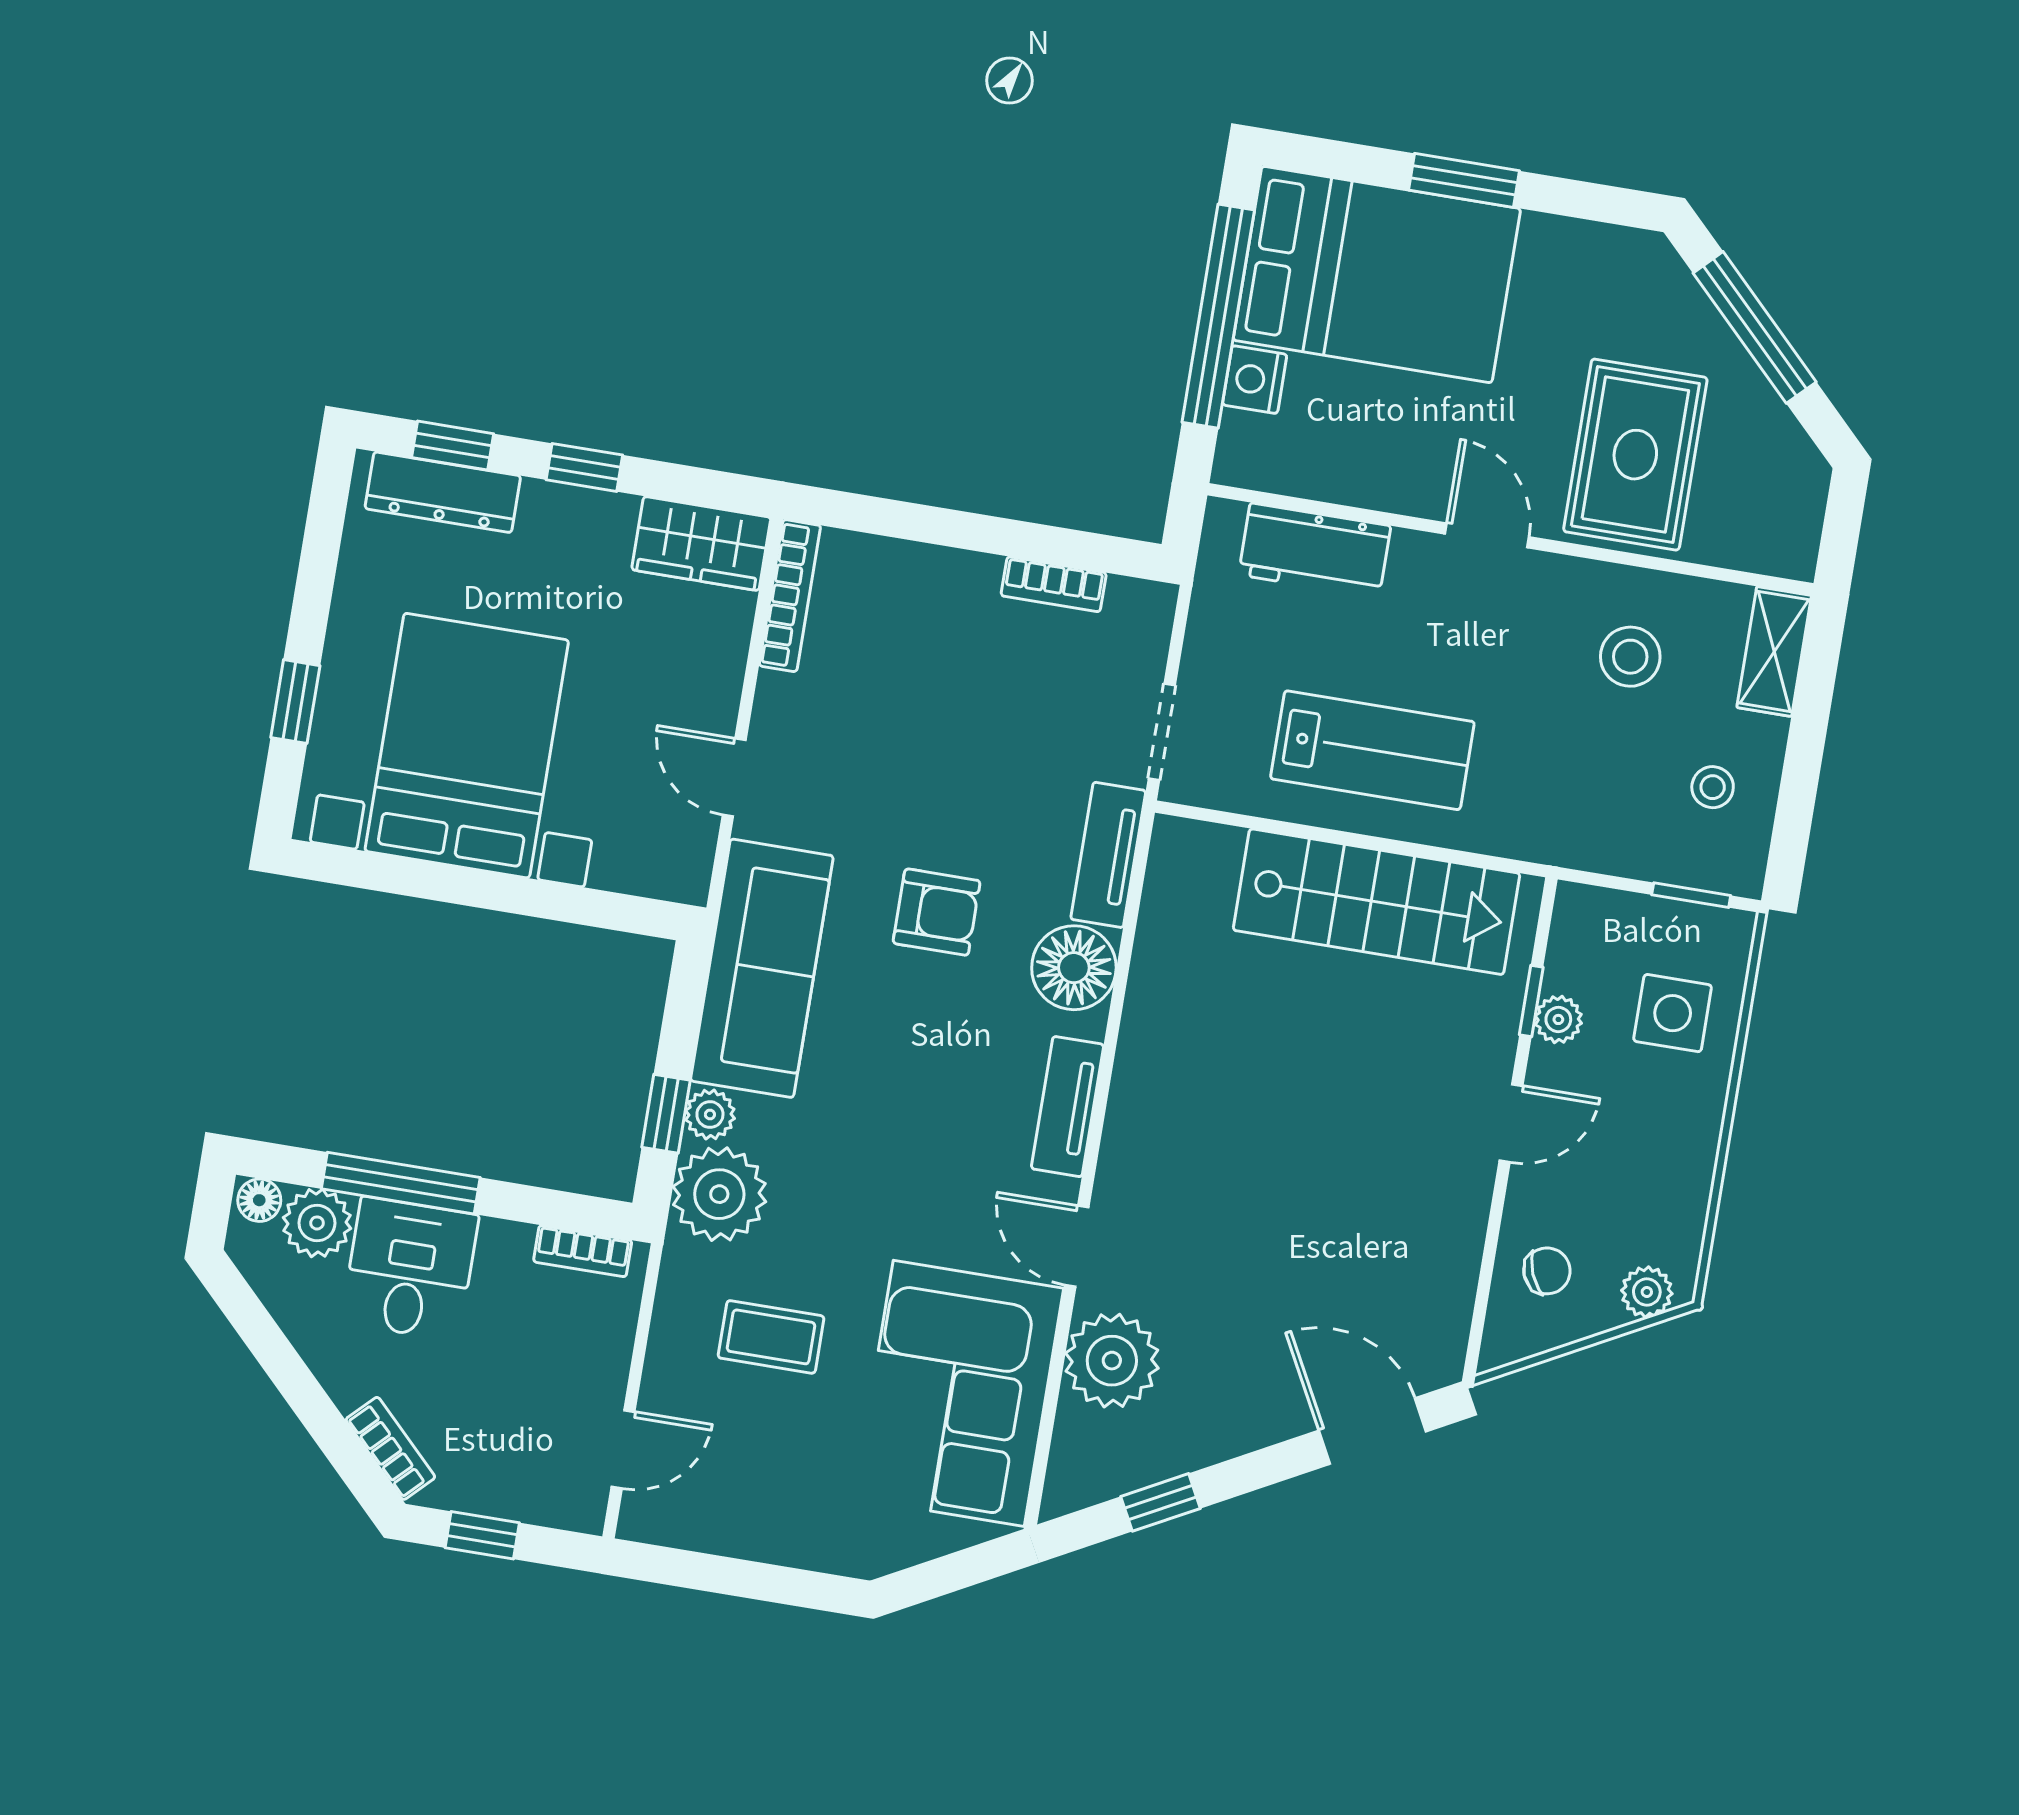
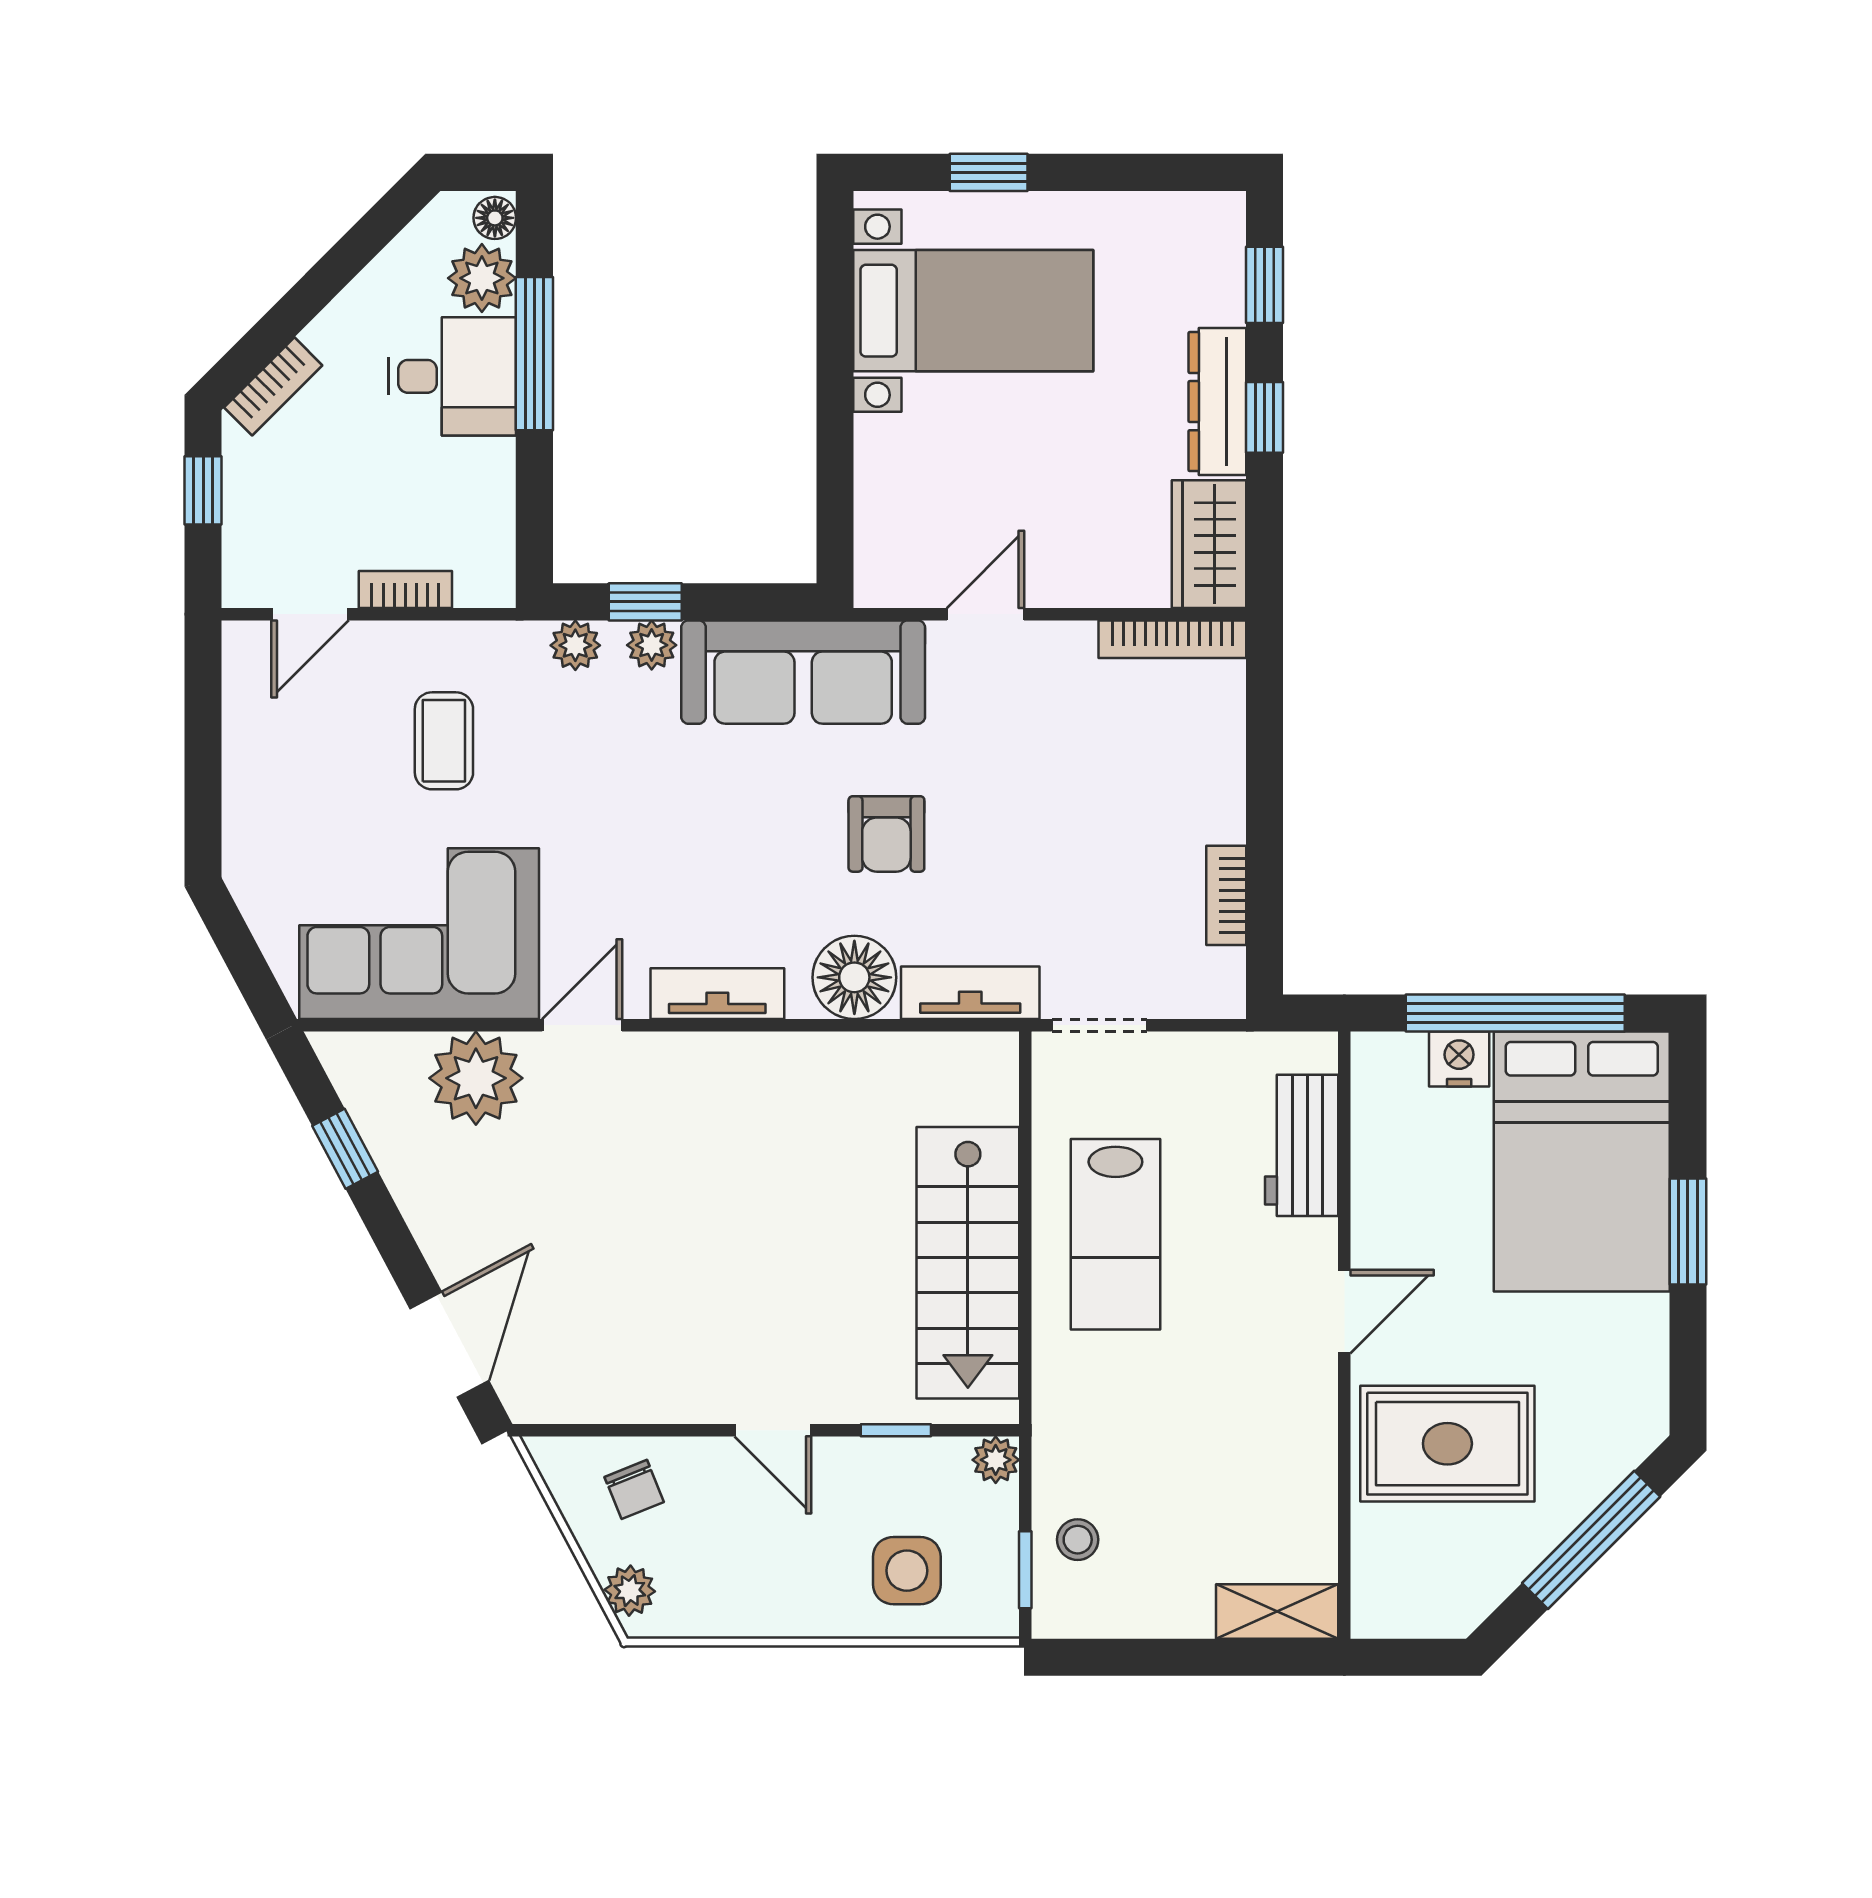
dresser: (443, 492) -> (1217, 402), moved
stool: (1630, 657) -> (1249, 1471), removed
bed with nightstands: (467, 746) -> (973, 311), width x0.73
stool: (1713, 787) -> (1078, 1540), moved
plant: (1558, 1019) -> (996, 1460), moved
plant: (719, 1194) -> (575, 645), width x0.53, depth x0.53
bookcase: (583, 1251) -> (405, 589), moved, turned 90
door: (623, 1449) -> (310, 614), hinge flipped

